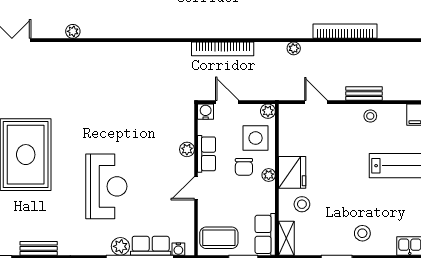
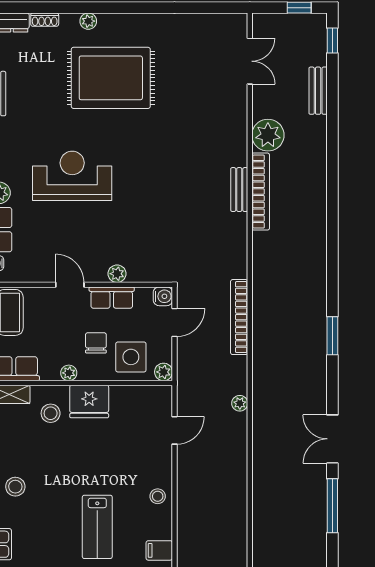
plant: (73, 31) -> (268, 135), width x1.87, depth x1.87
bookcase: (345, 31) -> (261, 192), moved
bench: (364, 93) -> (239, 190), moved
chair: (244, 167) -> (96, 343), turned 90
plant: (269, 175) -> (69, 373), moved
reception desk: (106, 186) -> (72, 176), turned 180

